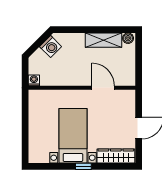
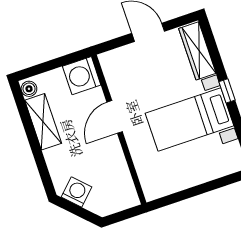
washing machine: (34, 80) -> (82, 76), moved, width x1.89, depth x1.89
door: (103, 88) -> (115, 117), moved

